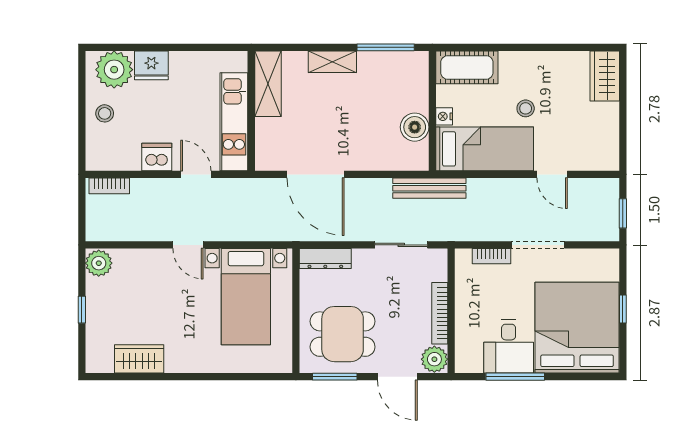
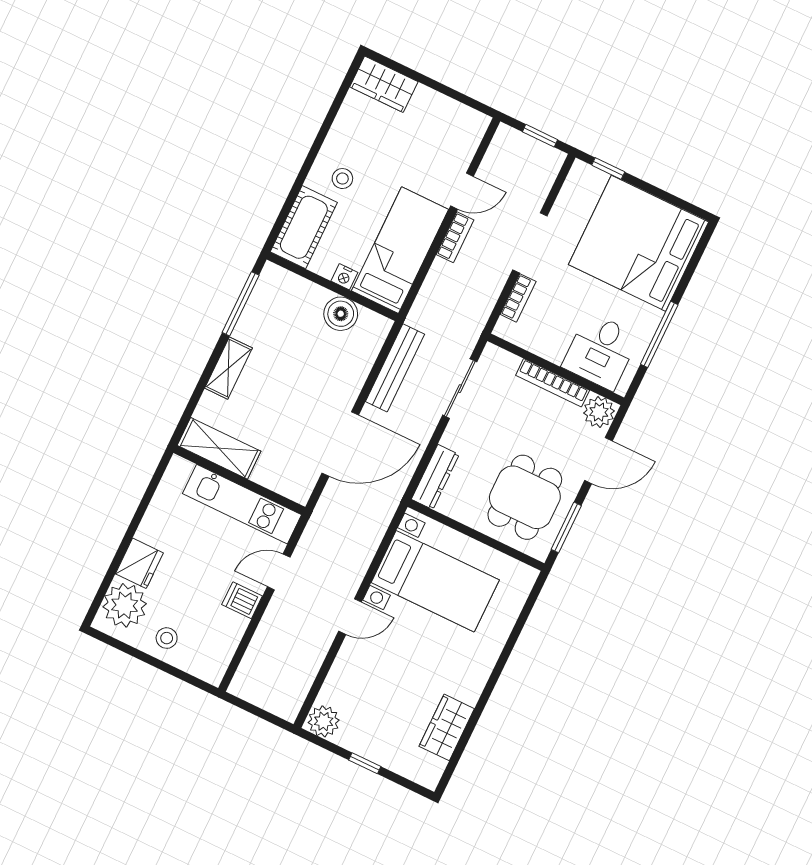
stool: (526, 108) -> (342, 179), moved
dishwasher: (157, 157) -> (242, 600), width x0.73
bookcase: (109, 186) -> (455, 237), moved
bench: (429, 188) -> (395, 368), moved
window: (623, 309) -> (608, 168), moved
desk: (509, 346) -> (601, 351), moved, turned 90

